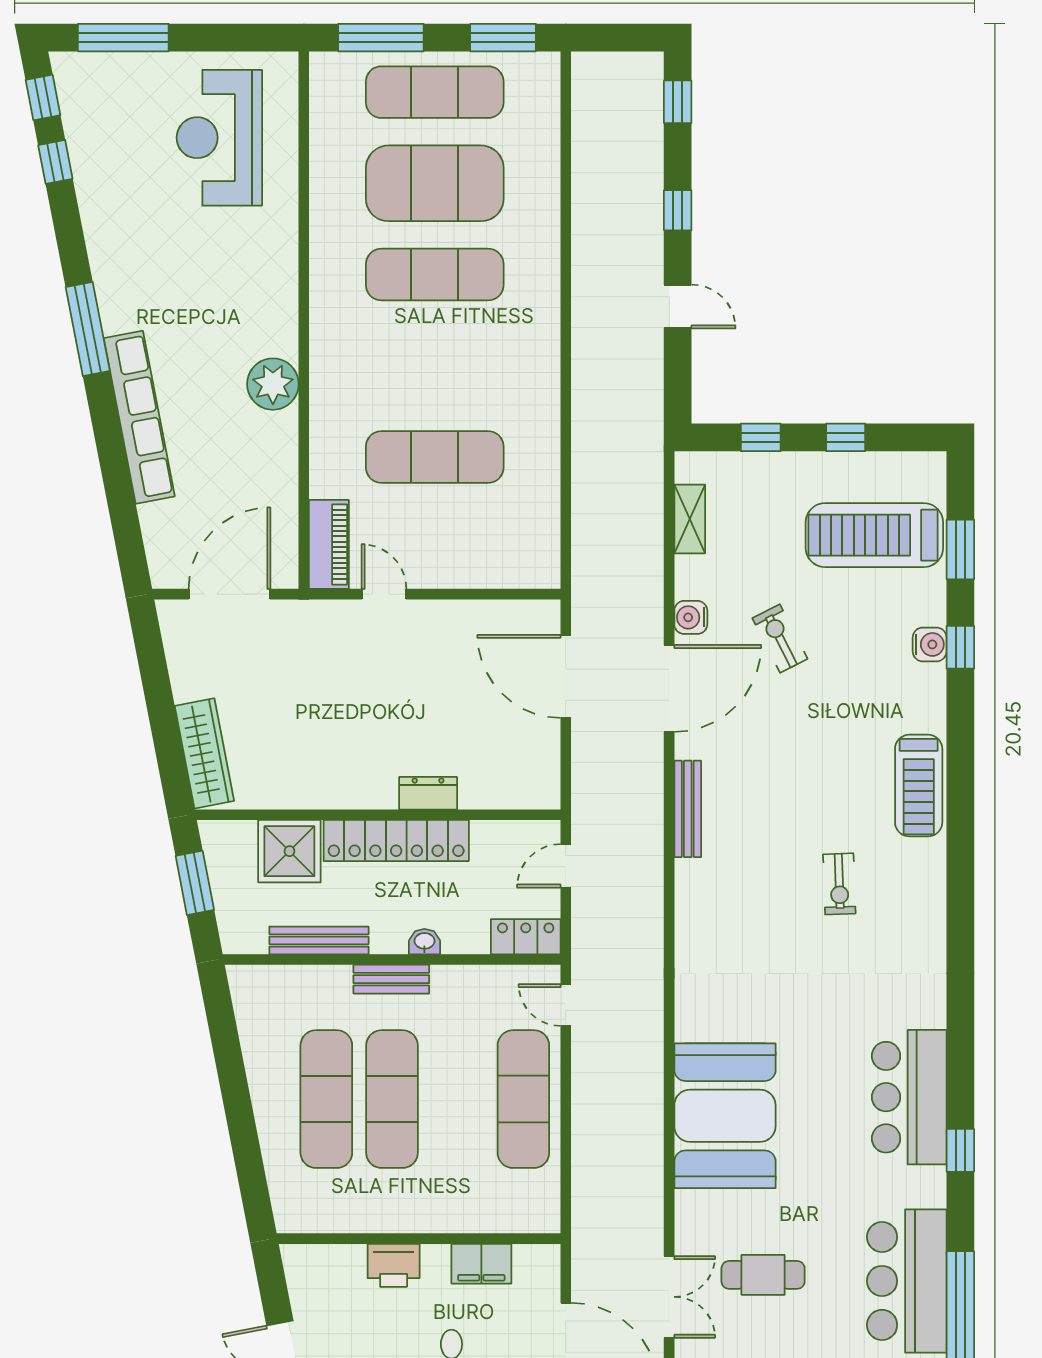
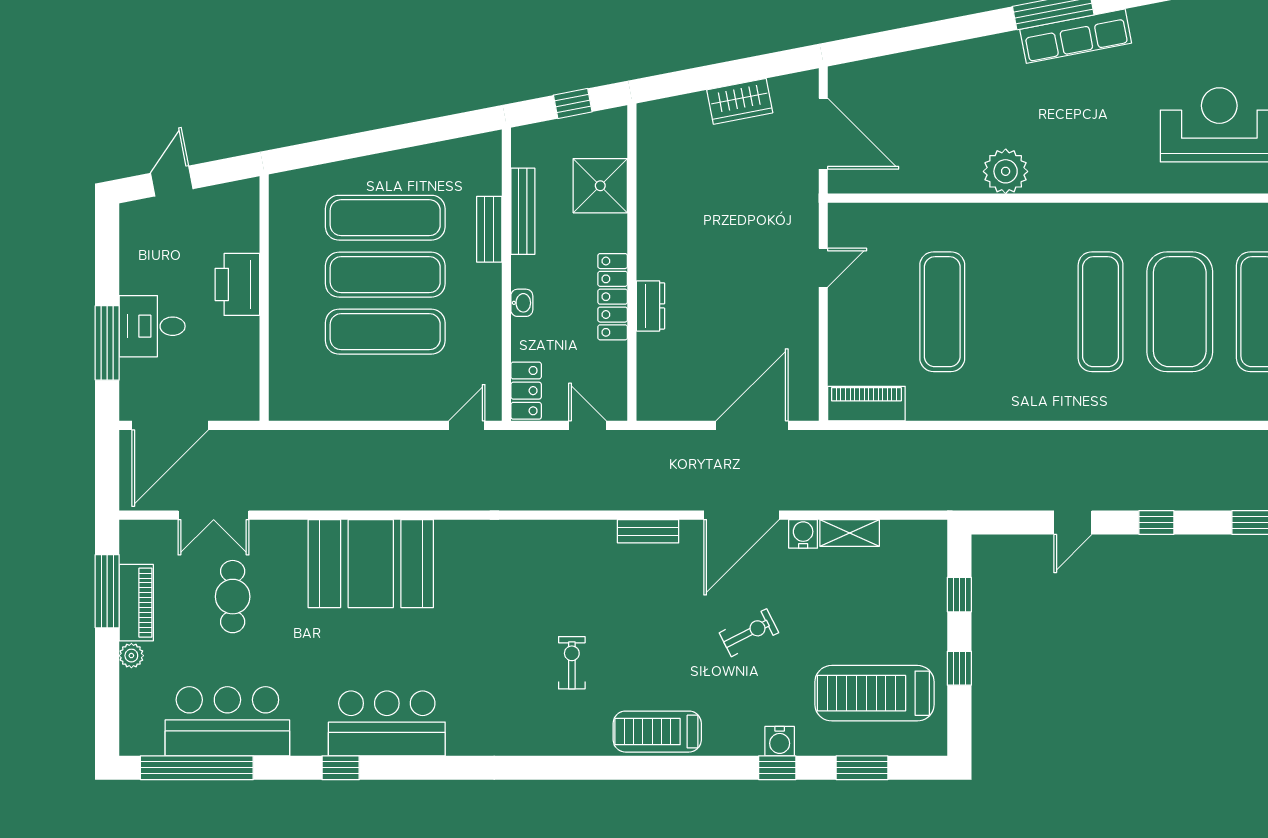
row of seats: (139, 417) -> (1076, 36), moved, width x0.73
shelving: (690, 519) -> (850, 533), moved
treadmill: (874, 535) -> (875, 693), turned -90
piano: (329, 544) -> (866, 404), moved, turned 180
exercise bike: (780, 639) -> (749, 633), moved
door: (669, 688) -> (741, 515), hinge flipped
wardrobe: (204, 753) -> (740, 101), moved, width x0.67
bench: (688, 809) -> (648, 531), width x0.73
locker: (396, 840) -> (613, 297), width x0.71, depth x0.83
window: (195, 883) -> (573, 104), width x0.67
exercise bike: (839, 884) -> (572, 663), turned 92
bench: (391, 979) -> (489, 229), moved
exercise mat: (523, 1099) -> (385, 332), moved
filing cabinet: (481, 1264) -> (242, 352), removed
printer: (394, 1265) -> (237, 284), width x1.37, depth x1.19

